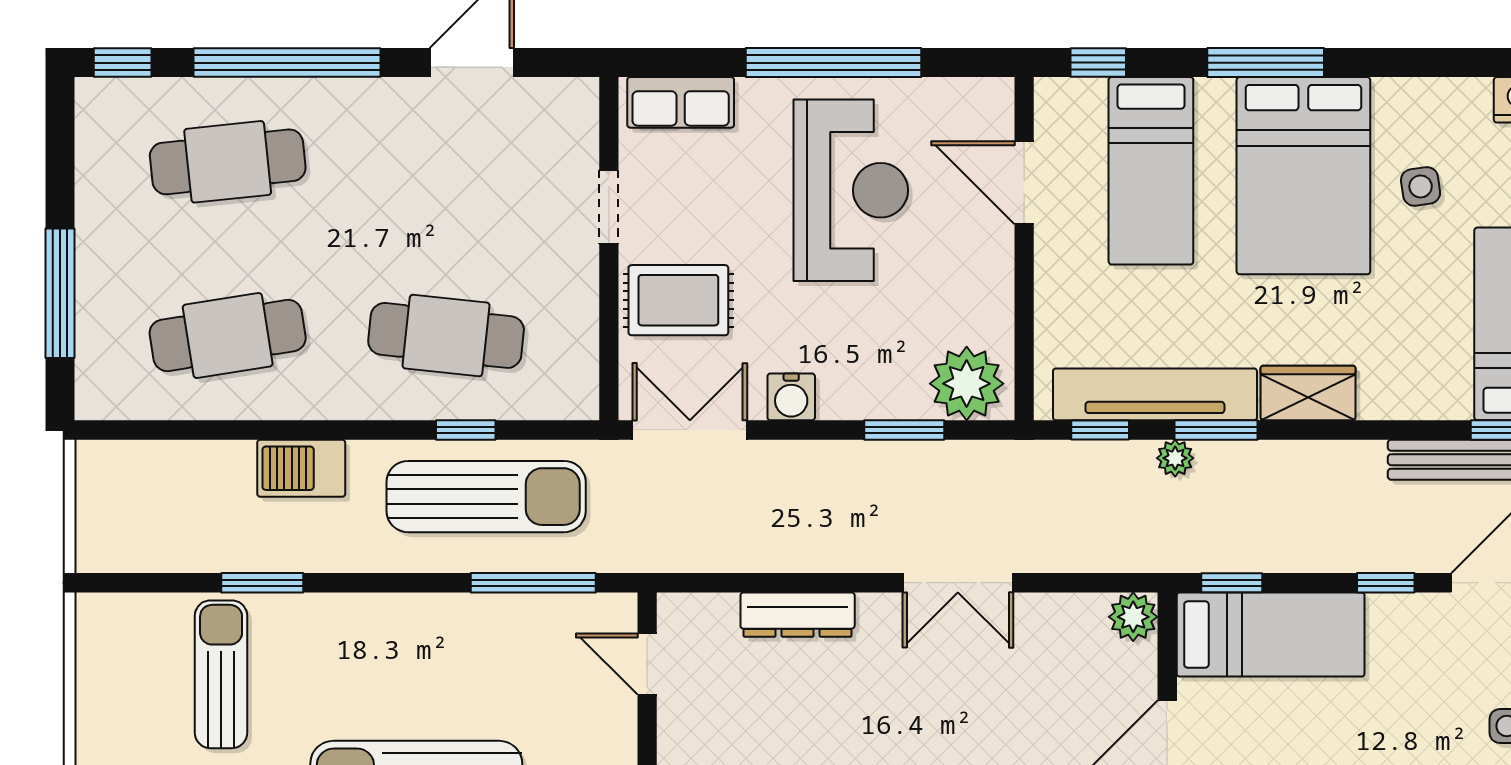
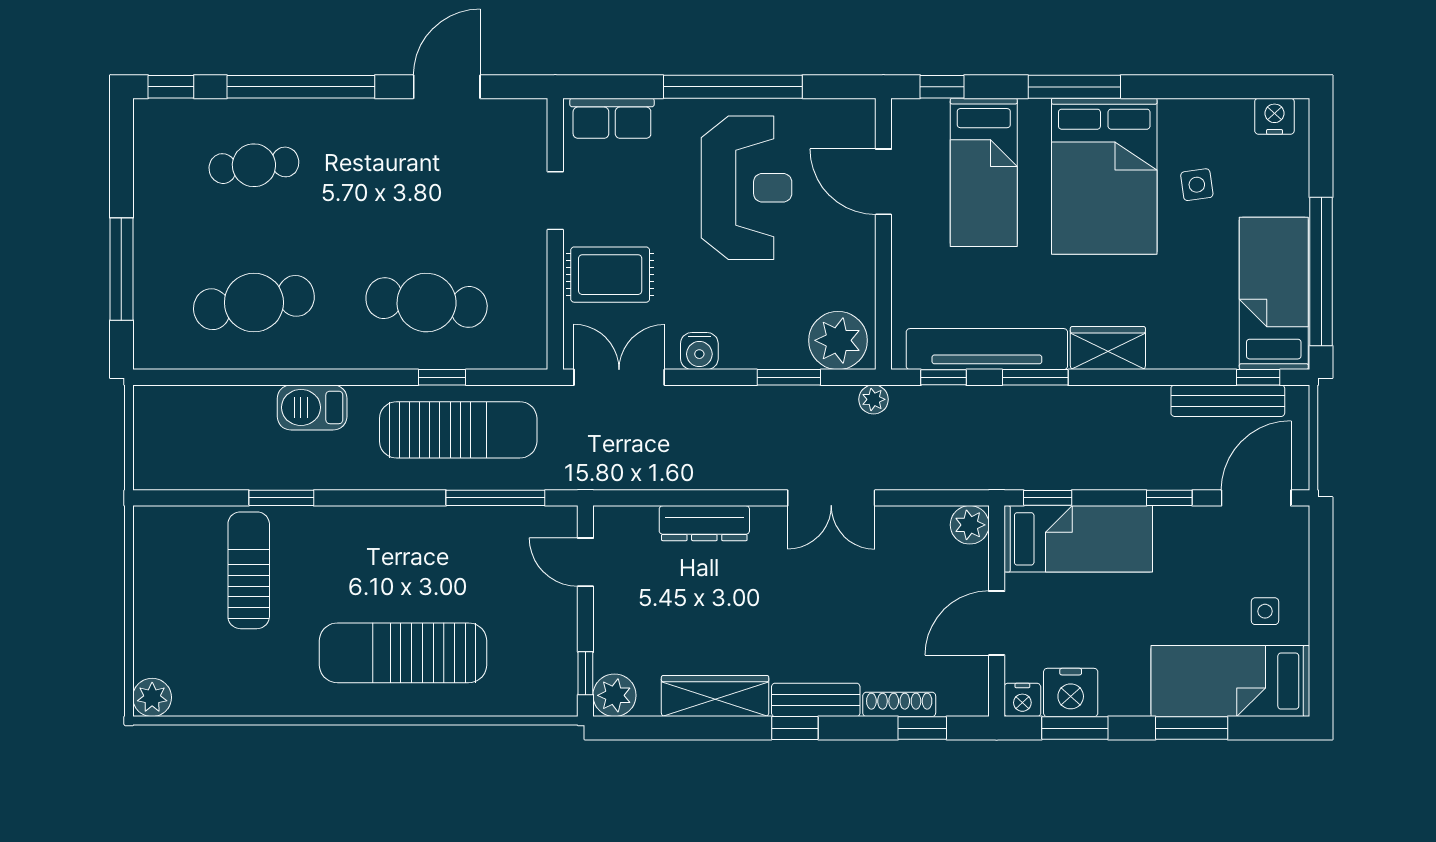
cafe table: (228, 162) -> (254, 165), width x0.73, depth x0.74
plant: (1175, 458) -> (874, 399), moved

